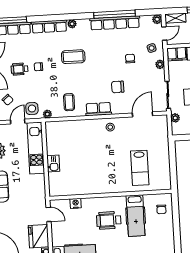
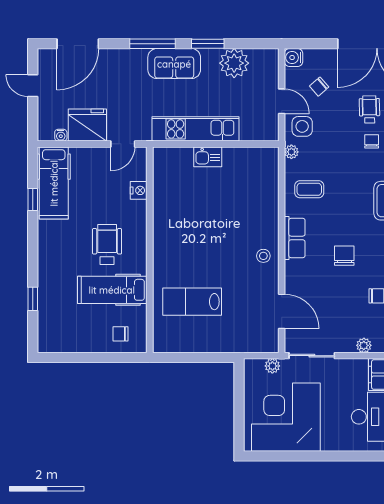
chair: (118, 87) -> (344, 256), moved
kitchen unit: (36, 148) -> (196, 129), moved

